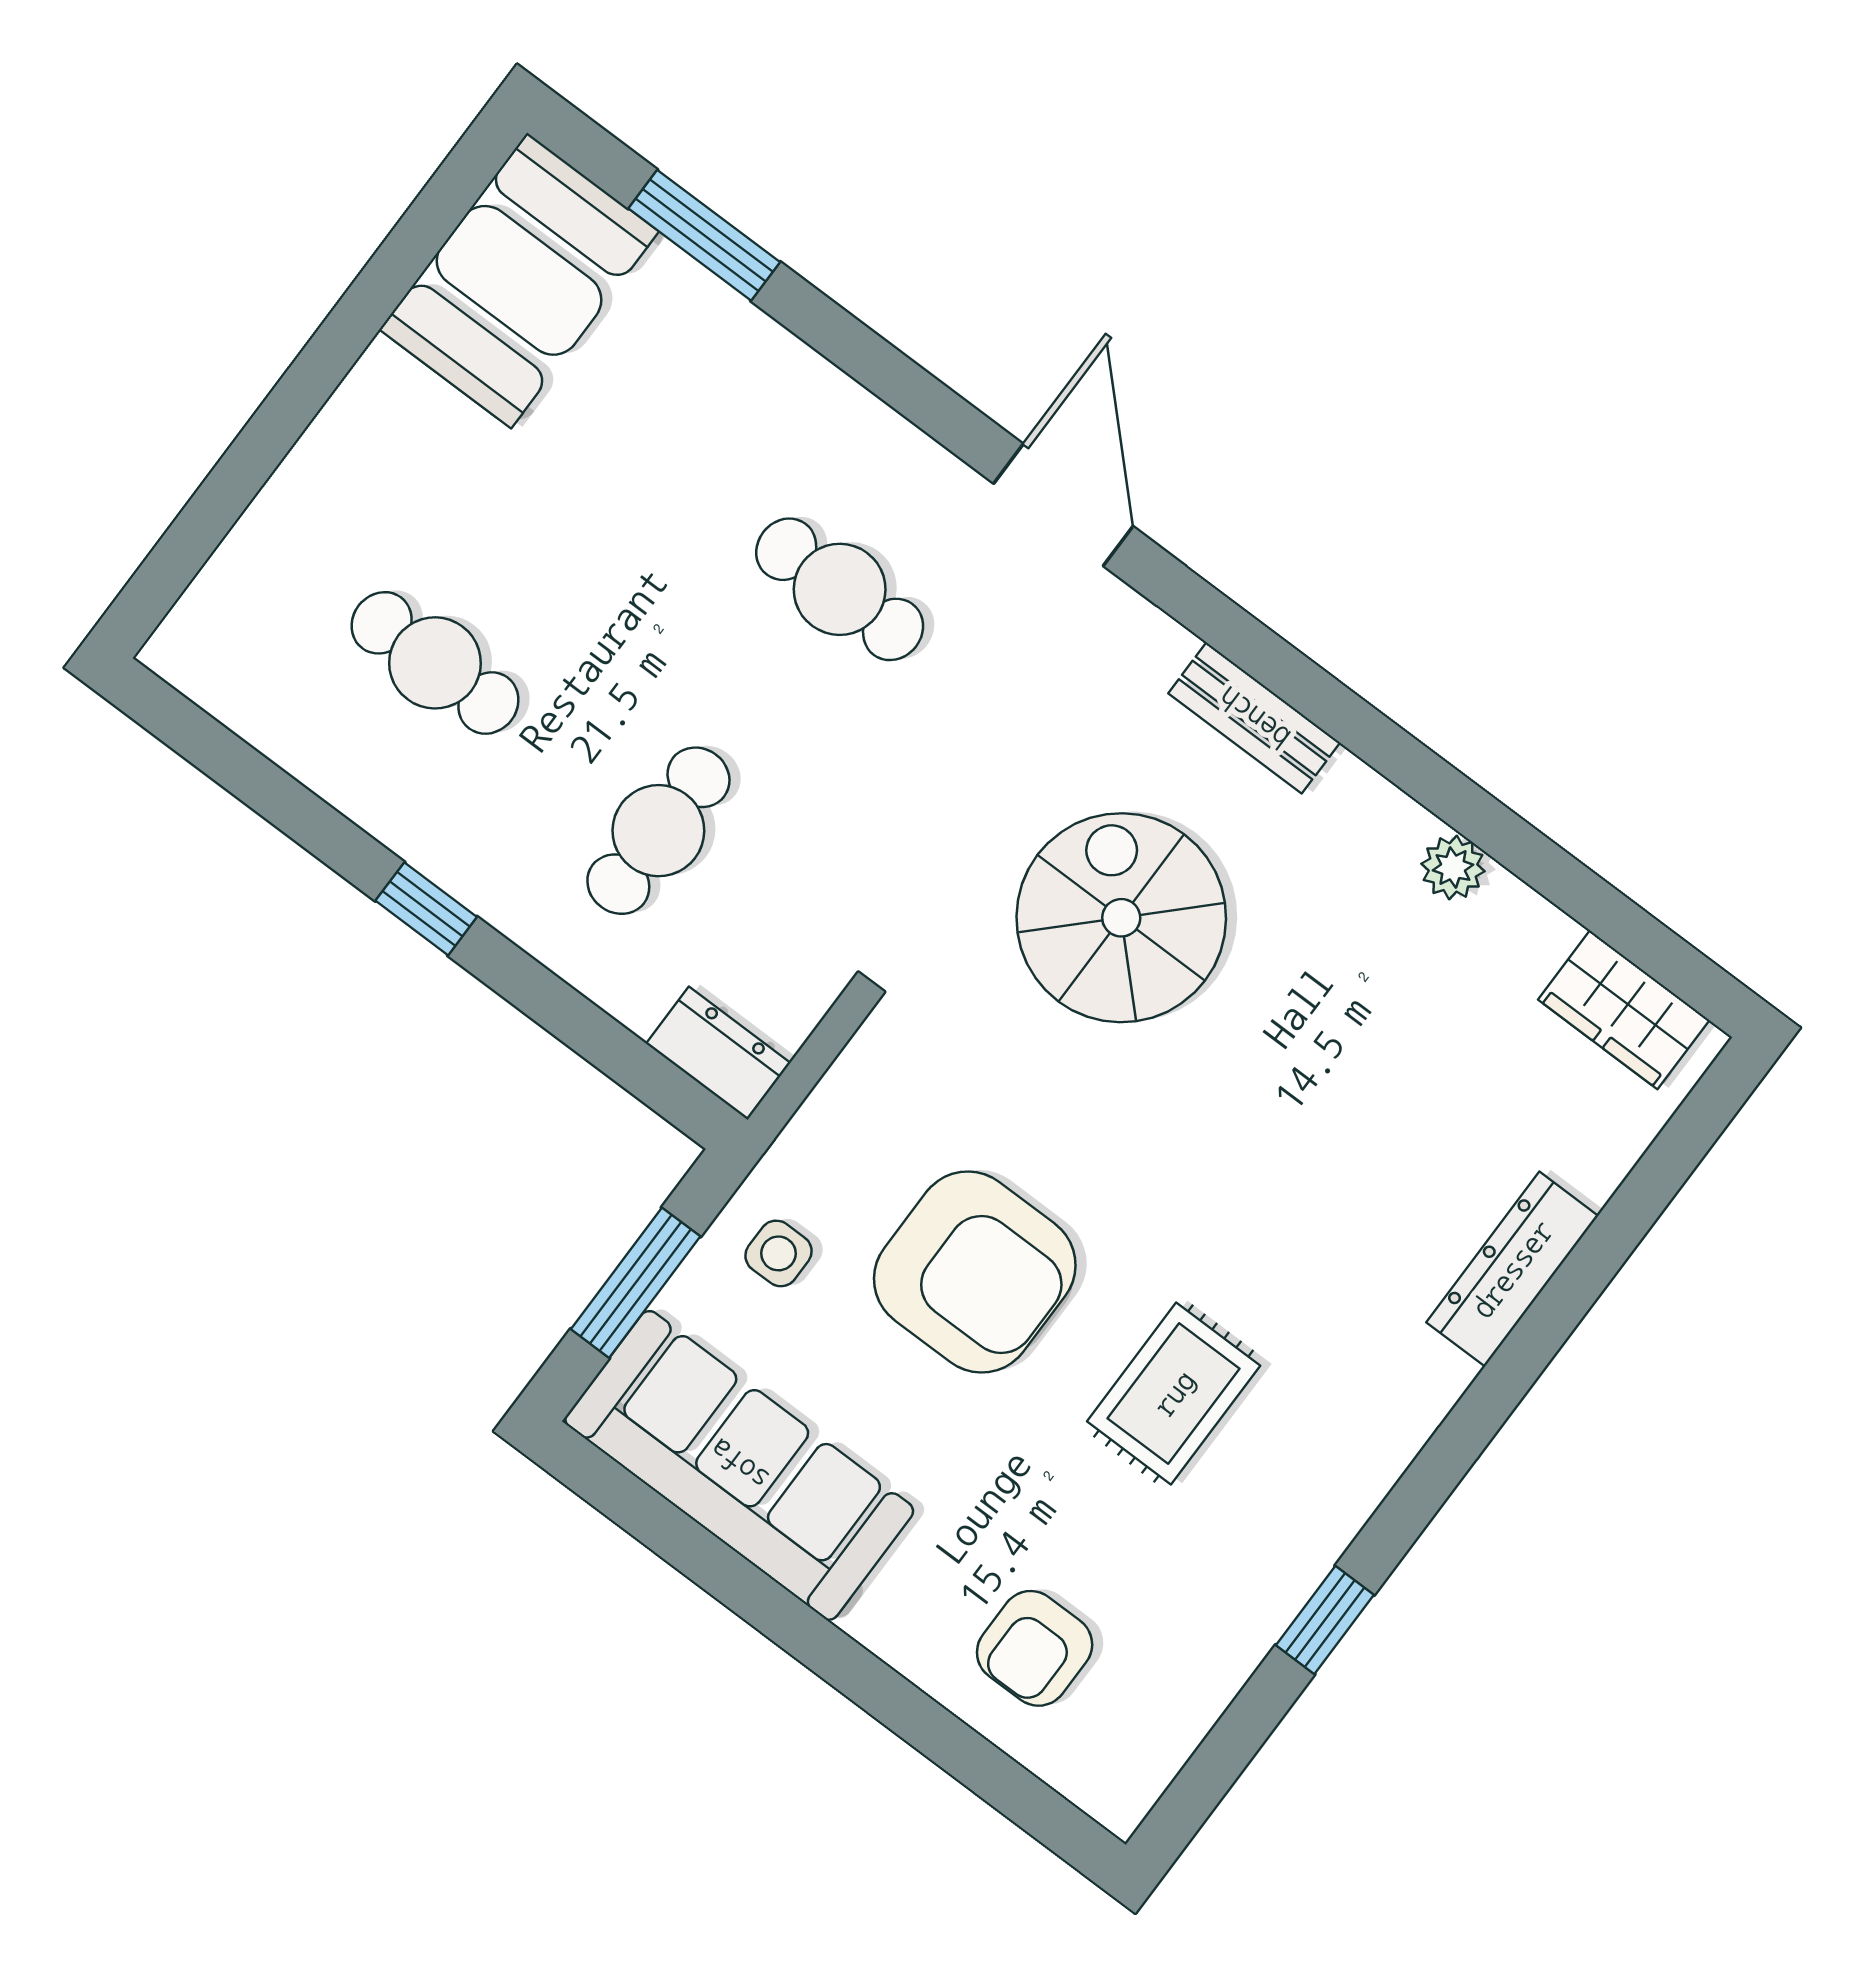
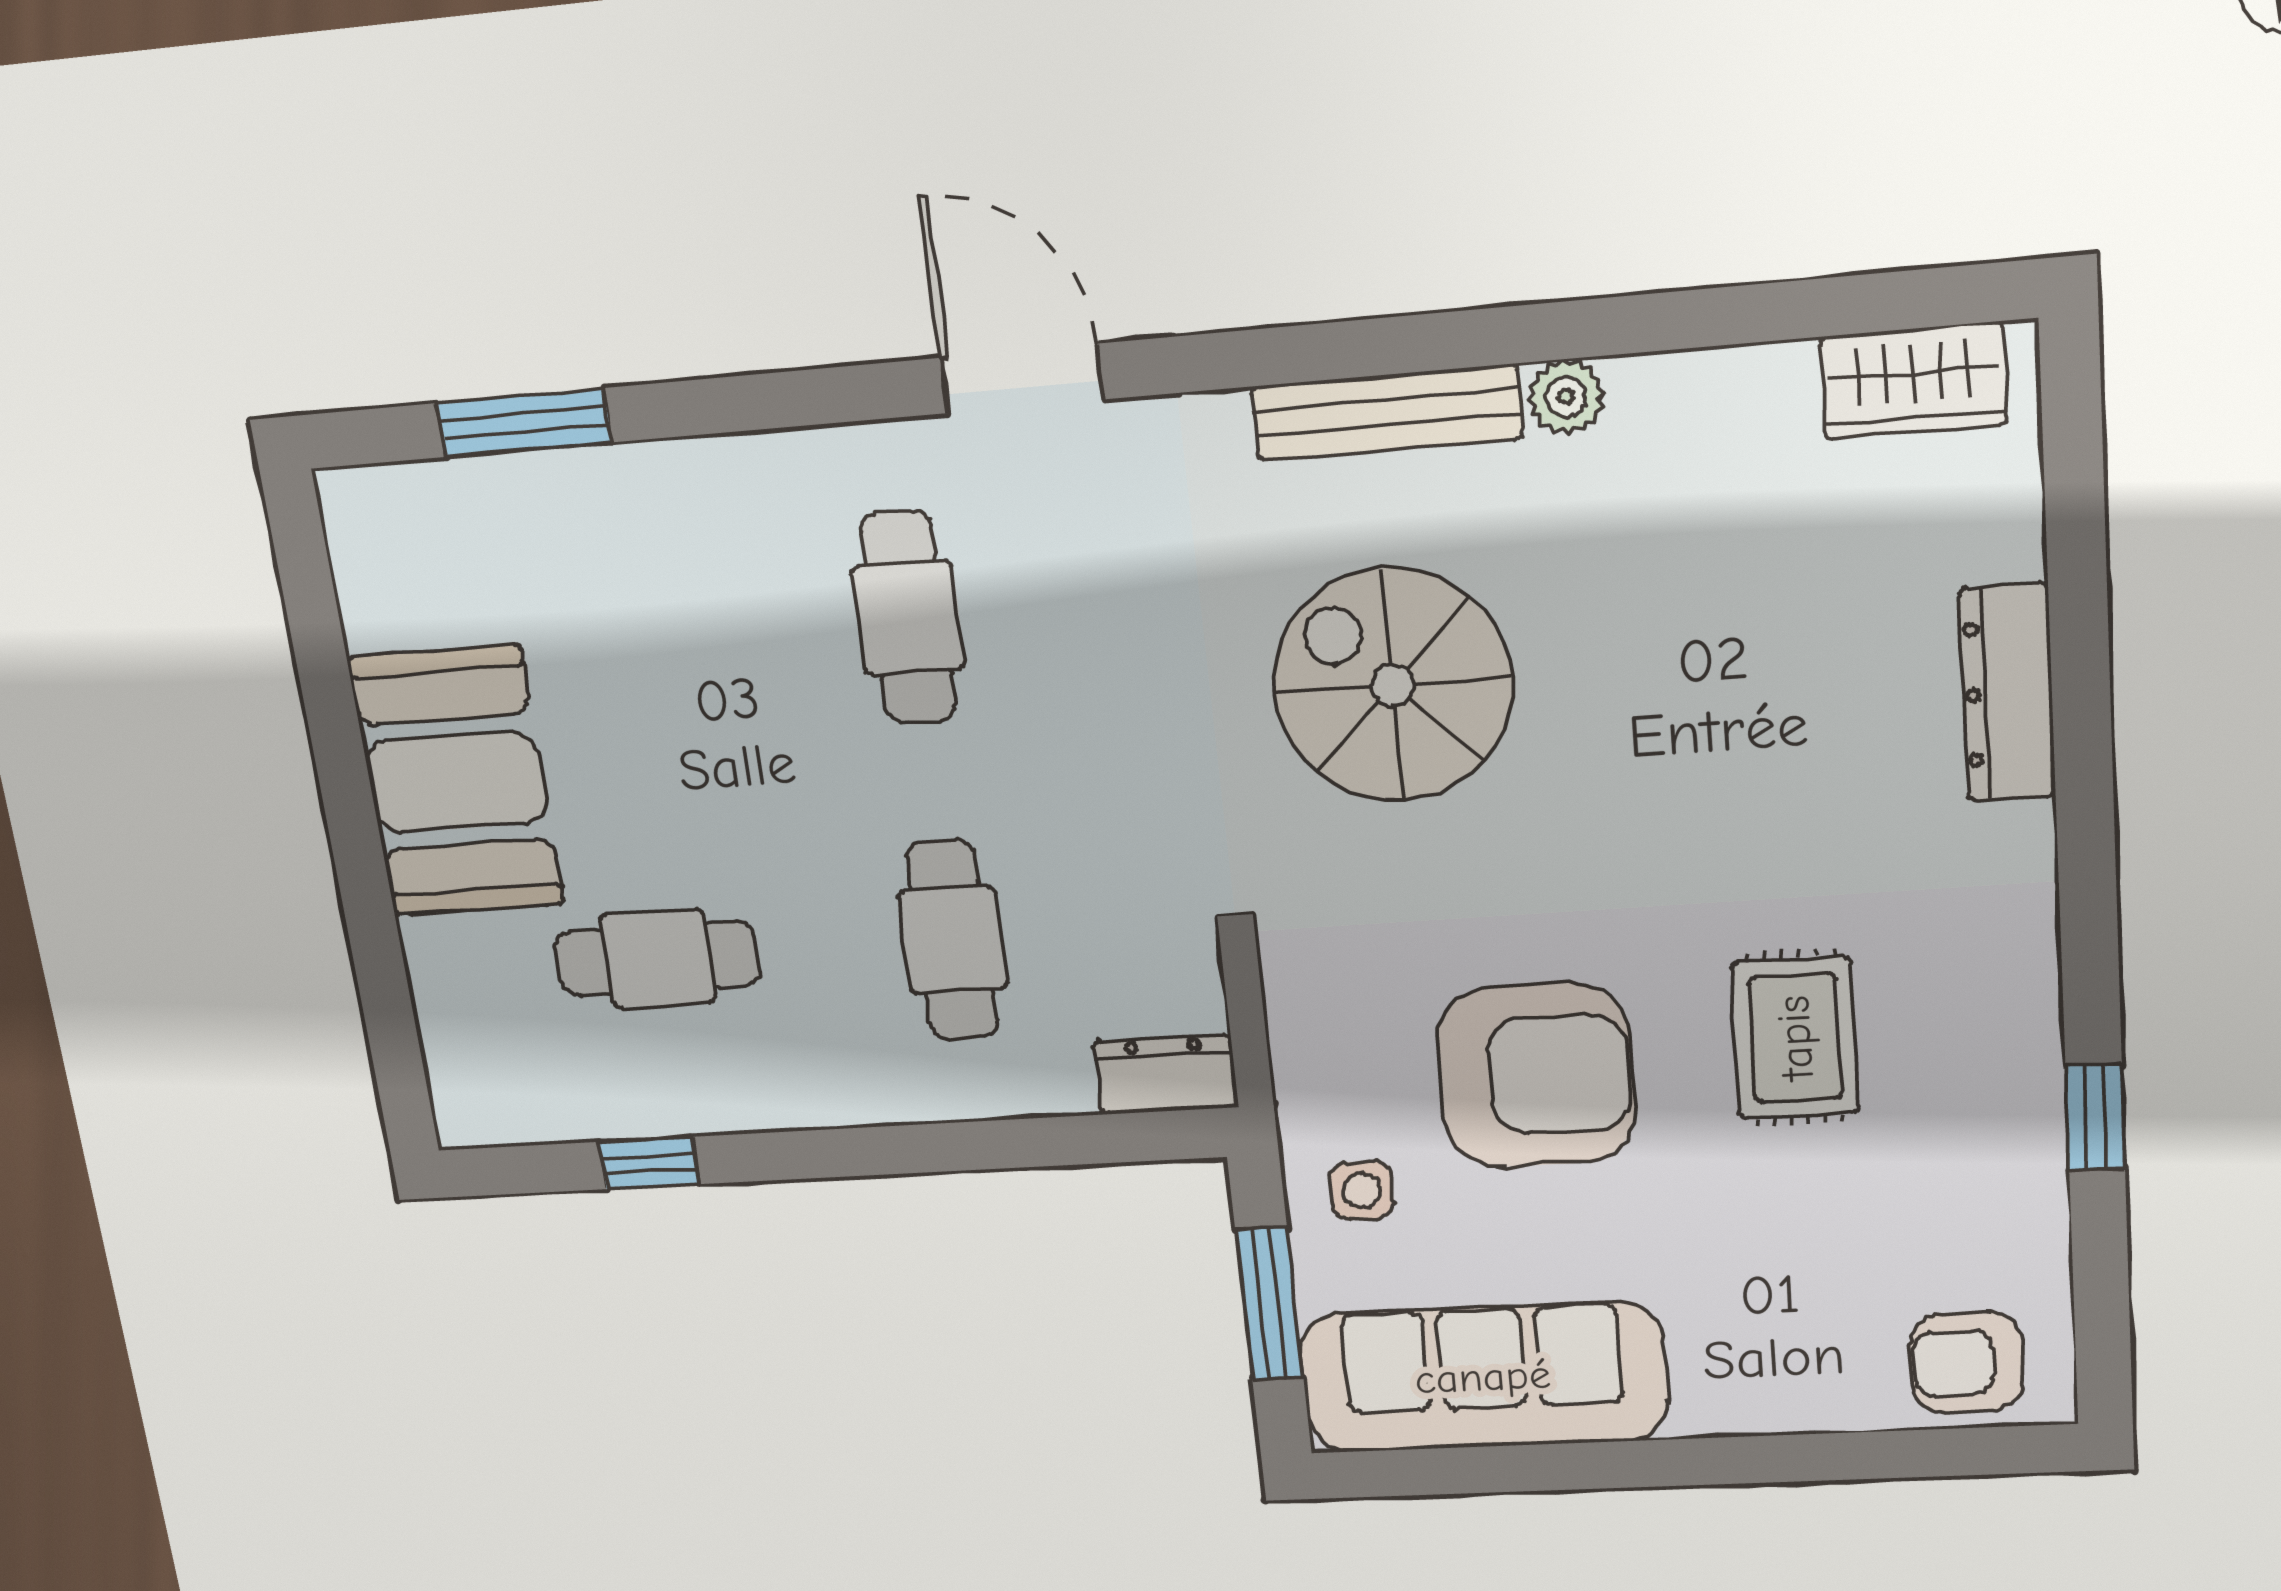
booth: (519, 280) -> (456, 782), moved
cafe table: (840, 589) -> (908, 618), turned 90
bench: (1254, 718) -> (1387, 412), width x1.36
plant: (1453, 867) -> (1566, 397), moved
window: (426, 909) -> (649, 1163), moved
armchair: (1035, 1648) -> (1967, 1362), moved, turned 90

